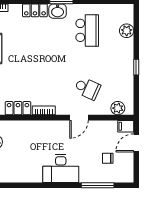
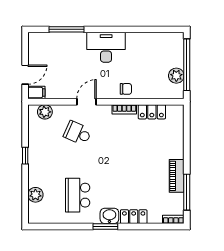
chair: (108, 158) -> (126, 89), moved

